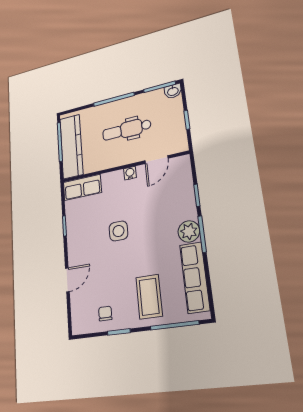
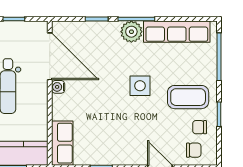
door: (156, 160) -> (50, 56), width x1.88
side table: (118, 231) -> (140, 86), moved
coffee table: (149, 297) -> (188, 97), moved
chair: (84, 310) -> (194, 150), added

